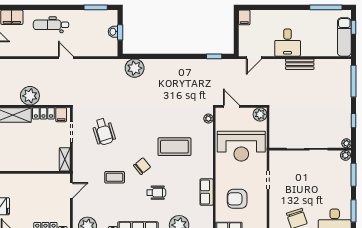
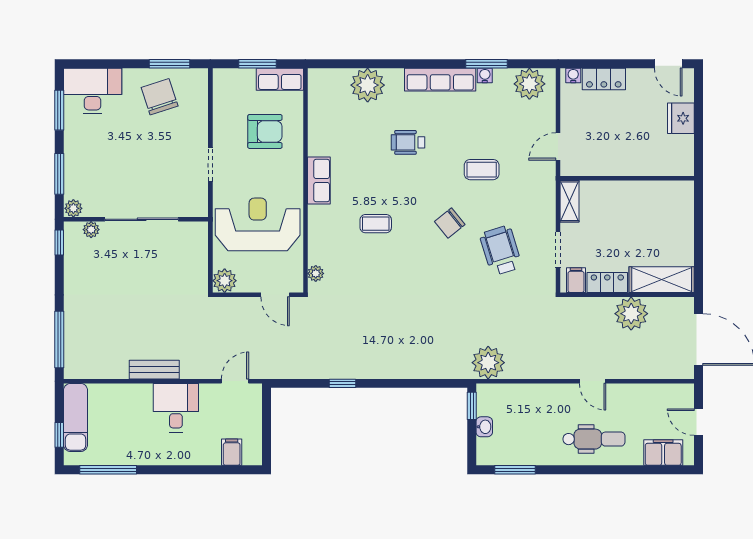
filing cabinet: (244, 17) -> (232, 452), moved
window: (120, 32) -> (472, 406), moved
window: (214, 56) -> (342, 383), moved
door: (66, 58) -> (593, 381), moved
plant: (135, 68) -> (488, 363), moved
window: (354, 121) -> (59, 242), moved
plant: (346, 143) -> (91, 230), moved
coffee table: (174, 147) -> (376, 224), width x0.54, depth x0.58
chair: (142, 166) -> (450, 223), moved
row of seats: (207, 192) -> (319, 181), moved

